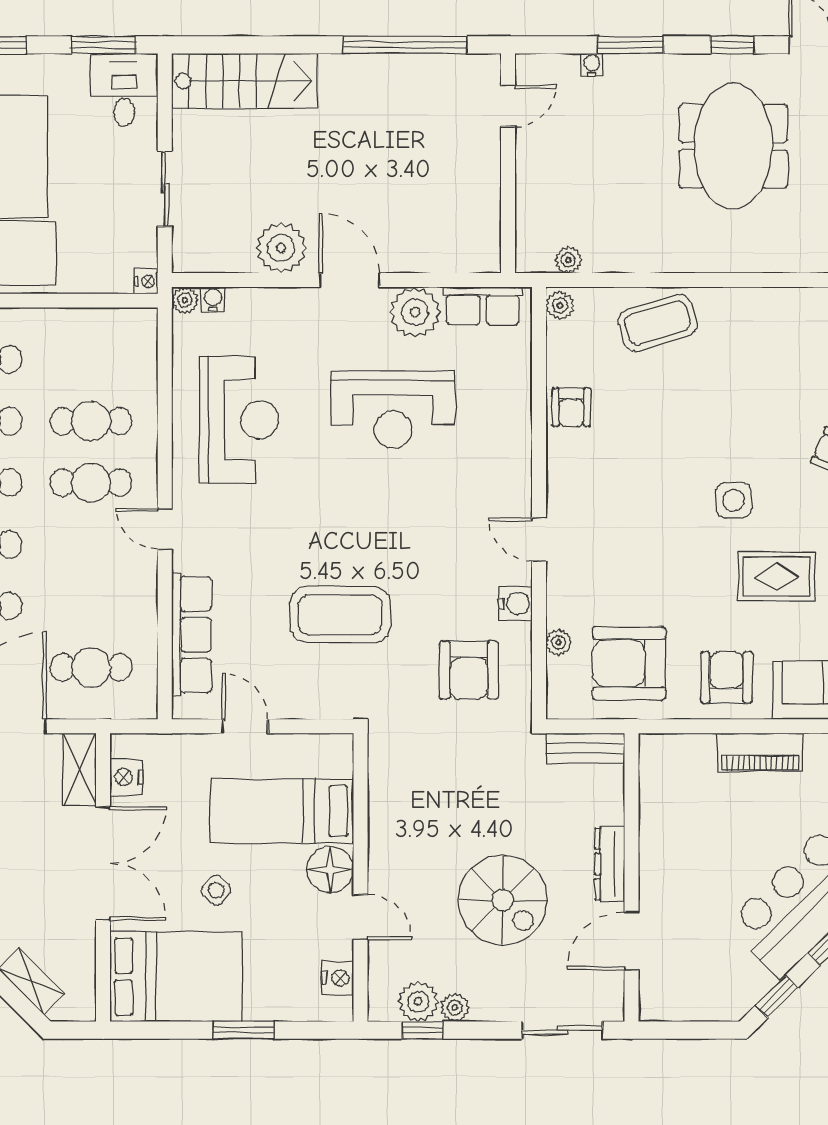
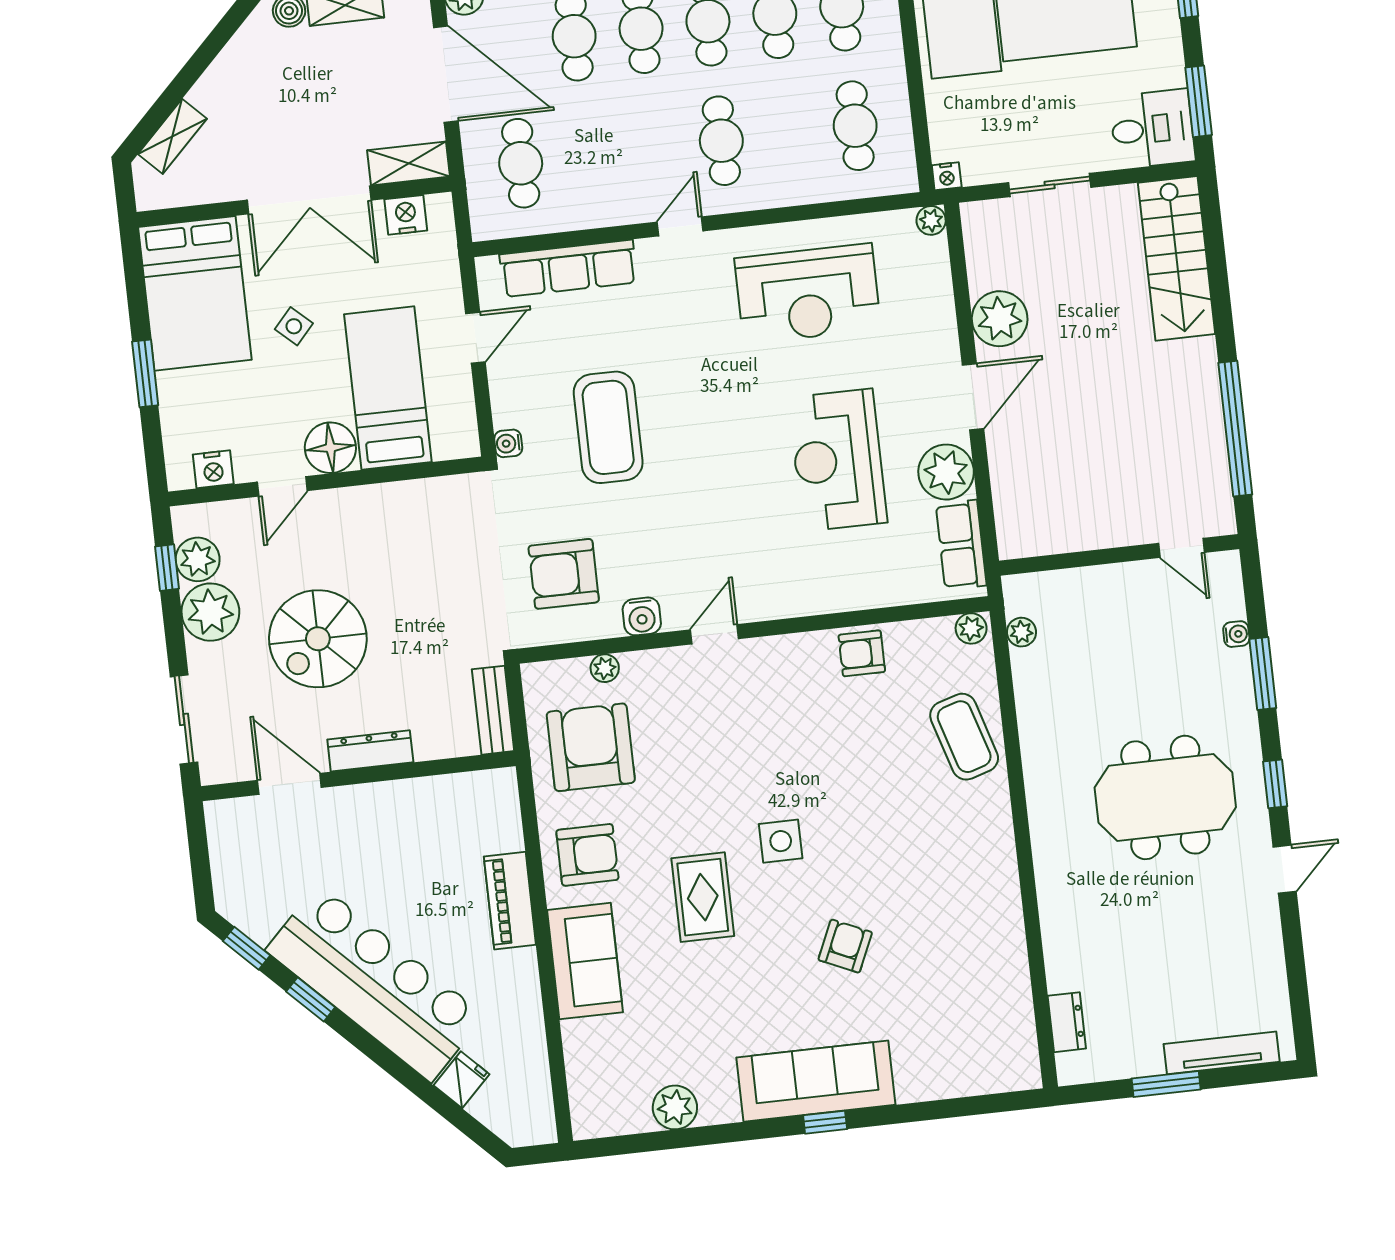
water cooler: (213, 299) -> (508, 443), moved, turned 180
cafe table: (91, 421) -> (855, 126), moved
plant: (455, 1007) -> (210, 612), width x1.87, depth x1.87

